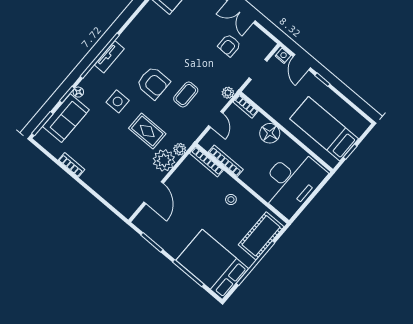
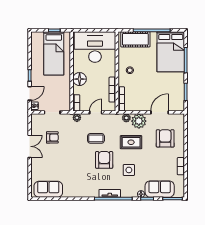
rug: (147, 131) -> (131, 142), turned 90
armchair: (119, 174) -> (165, 138), added

